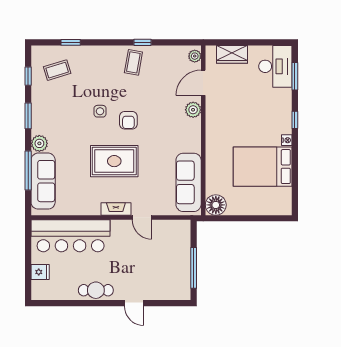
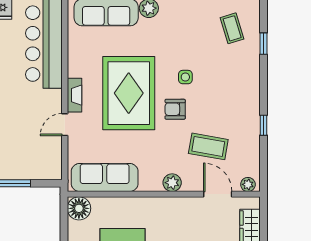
coffee table: (133, 62) -> (208, 146), moved, width x1.36, depth x1.30
plant: (193, 110) -> (172, 183), moved
rug: (114, 161) -> (129, 93), width x1.37, depth x1.44

